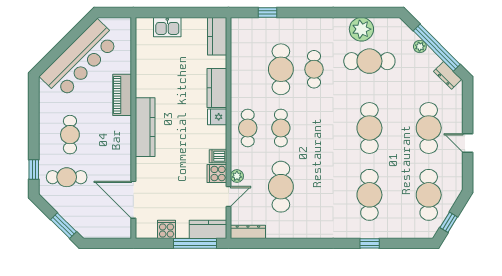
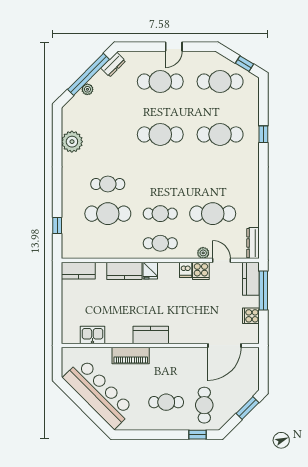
kitchen sink: (167, 27) -> (92, 335), moved, turned -90
cafe table: (369, 61) -> (100, 134), removed
kitchen counter: (145, 127) -> (151, 335), width x0.67

